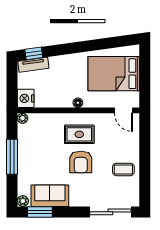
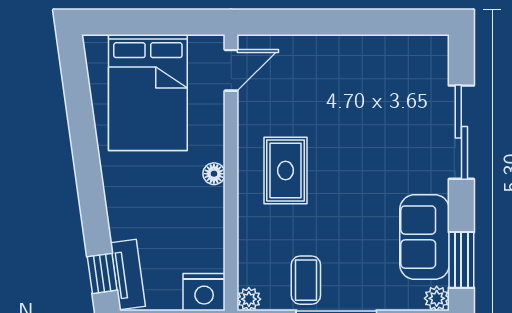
armchair: (81, 162) -> (348, 167), removed
coffee table: (123, 169) -> (306, 280), moved
sliding door: (110, 212) -> (461, 132), moved

